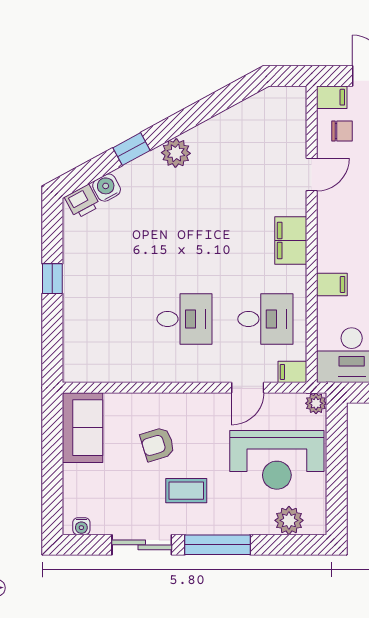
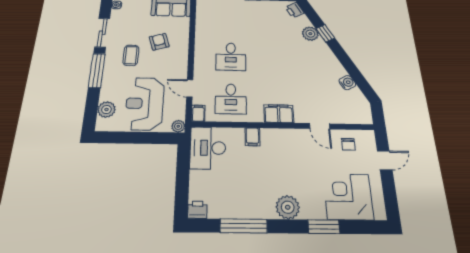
filing cabinet: (332, 97) -> (368, 139), removed
plant: (176, 153) -> (310, 34), moved
water cooler: (107, 188) -> (347, 83), moved

